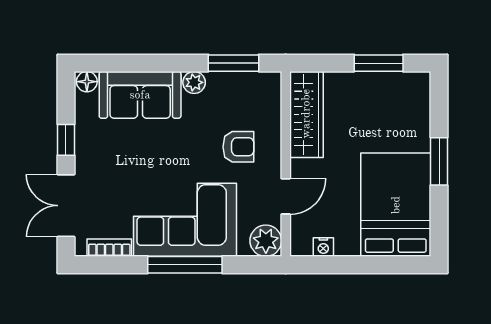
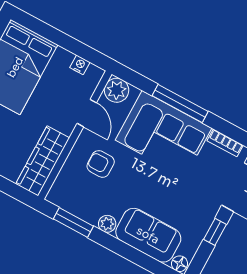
door: (286, 196) -> (87, 113), swing flipped

